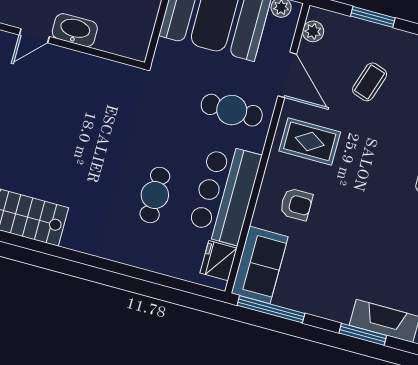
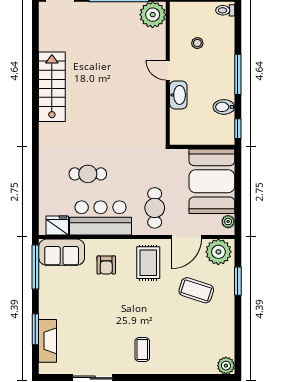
plant: (313, 31) -> (218, 252), width x1.88, depth x1.88
coffee table: (370, 82) -> (196, 290), width x1.36, depth x1.30

